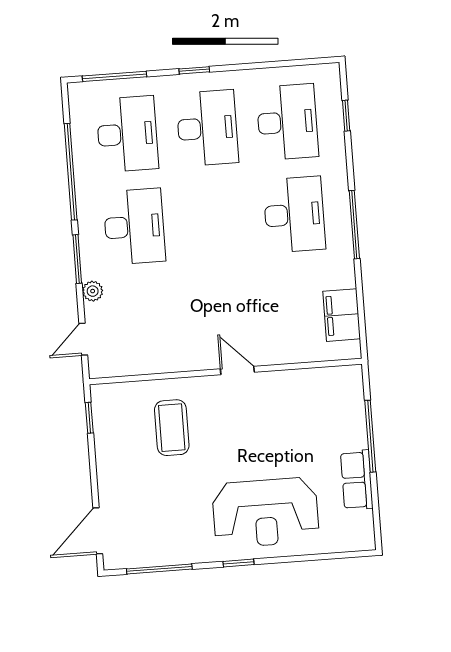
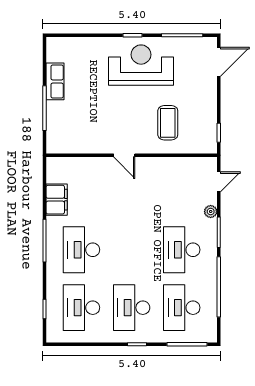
filing cabinet: (342, 315) -> (57, 200), moved
reception desk: (266, 513) -> (141, 65), moved

